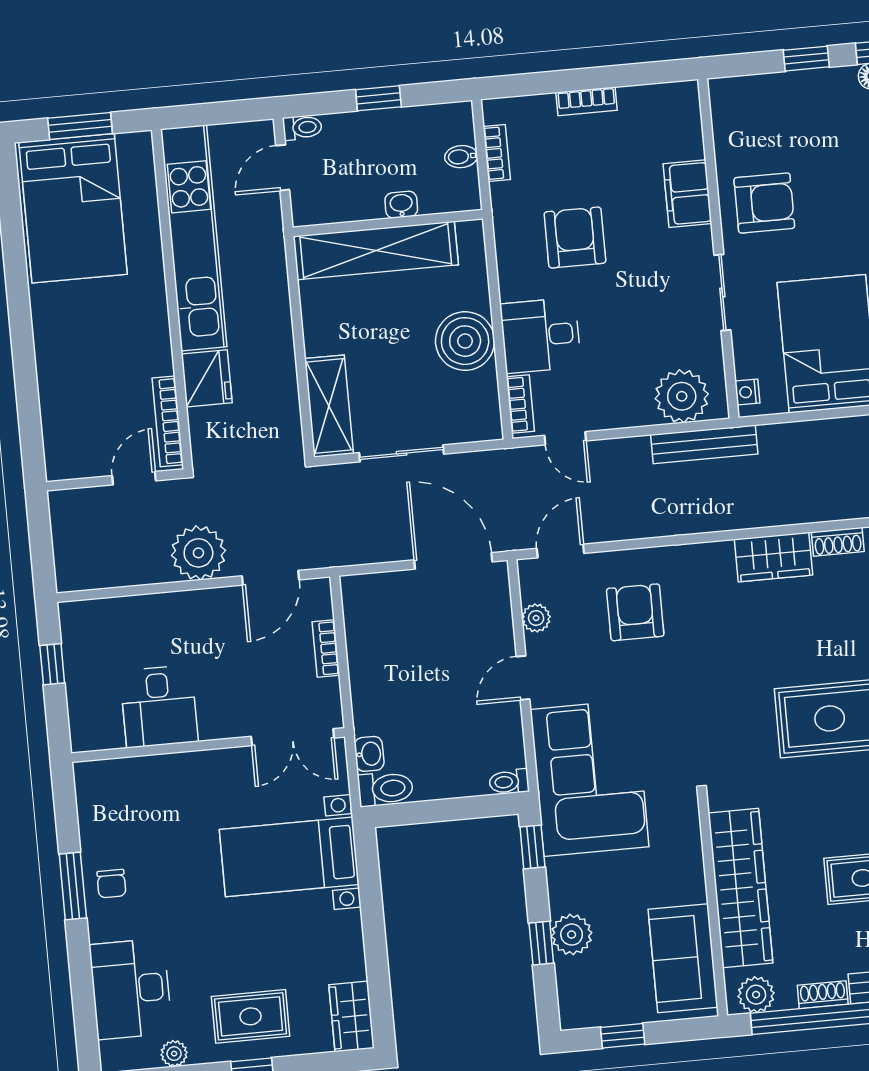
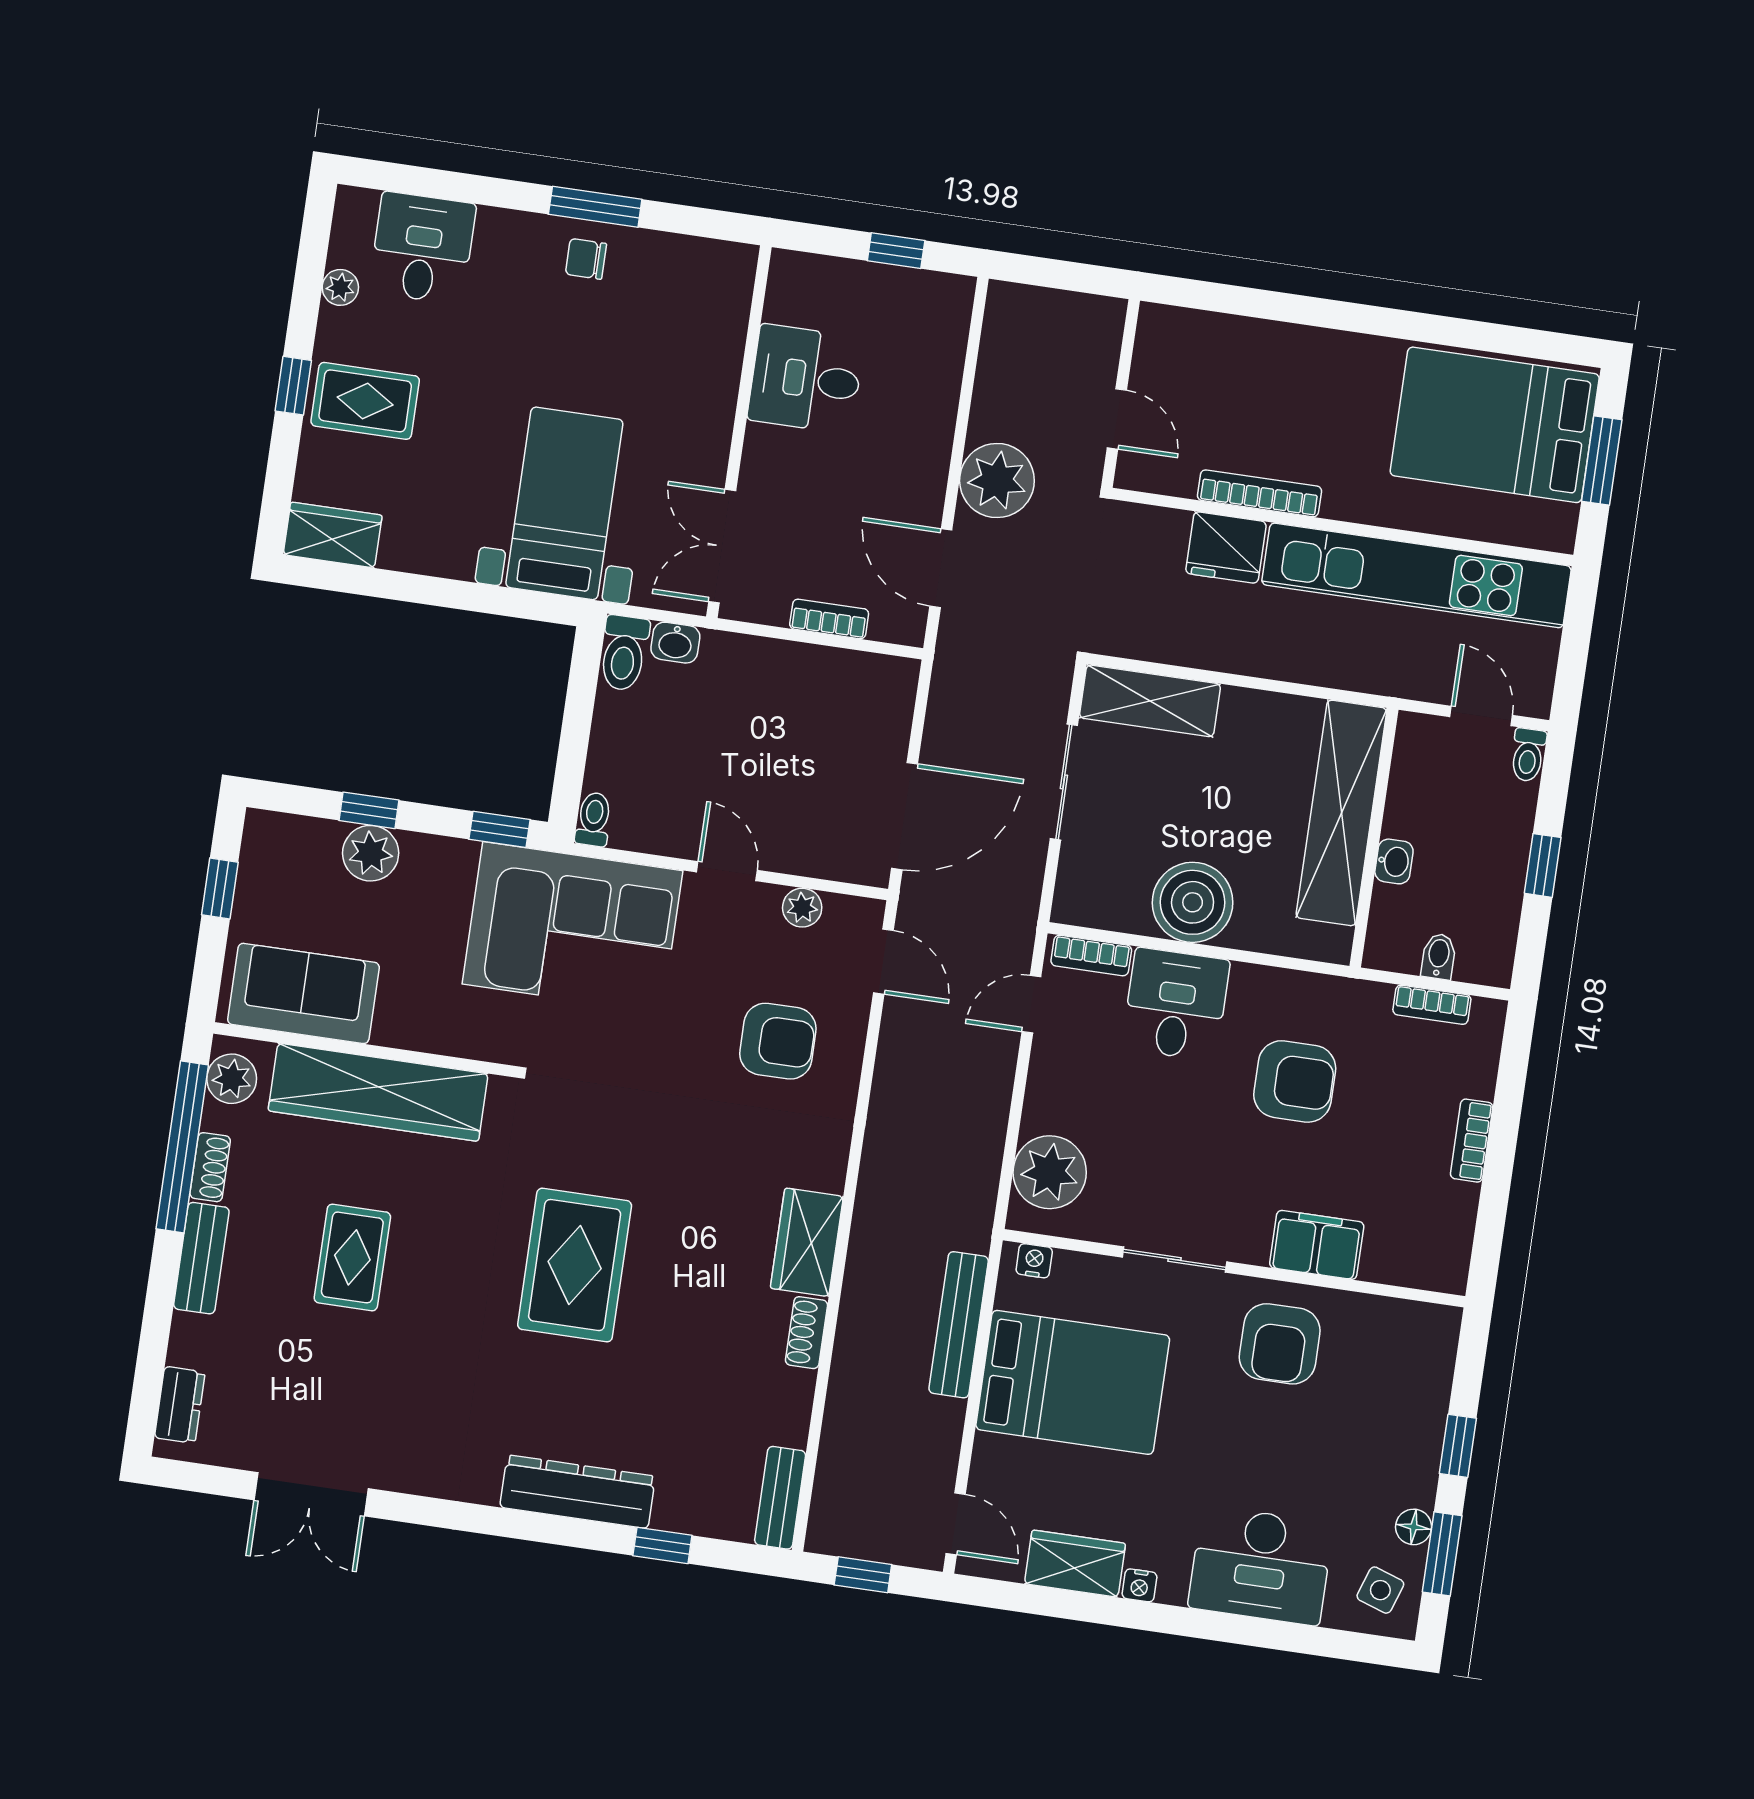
bookcase: (168, 421) -> (1259, 493), moved
bench: (704, 444) -> (959, 1325), moved
desk: (131, 989) -> (422, 248), width x0.73
rug: (251, 1016) -> (365, 401), turned 90

